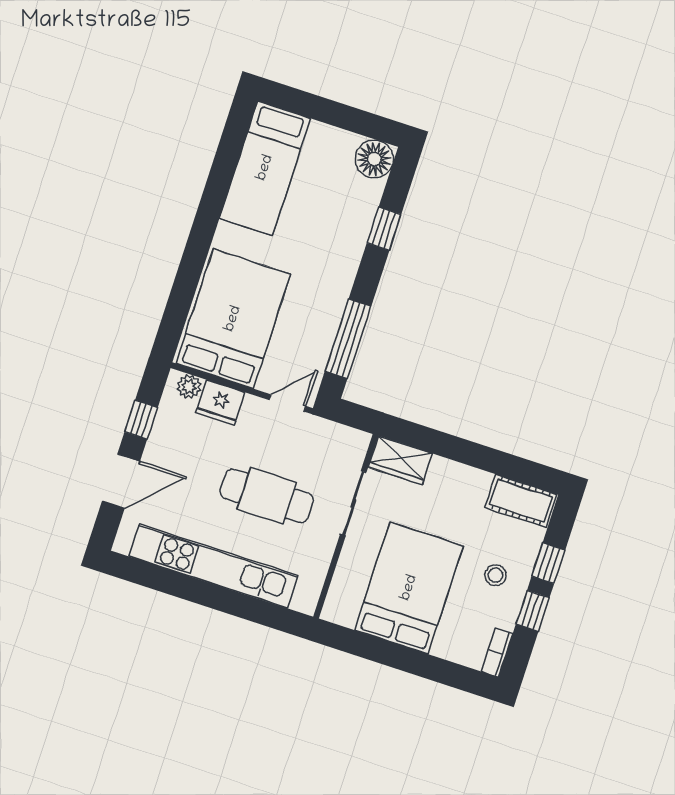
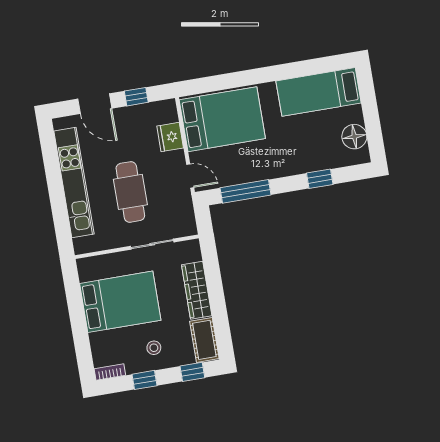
floor lamp: (374, 159) -> (354, 137), moved
plant: (189, 387) -> (170, 114), removed
wardrobe: (400, 460) -> (197, 290), moved, width x1.50
window: (548, 563) -> (192, 372), moved

